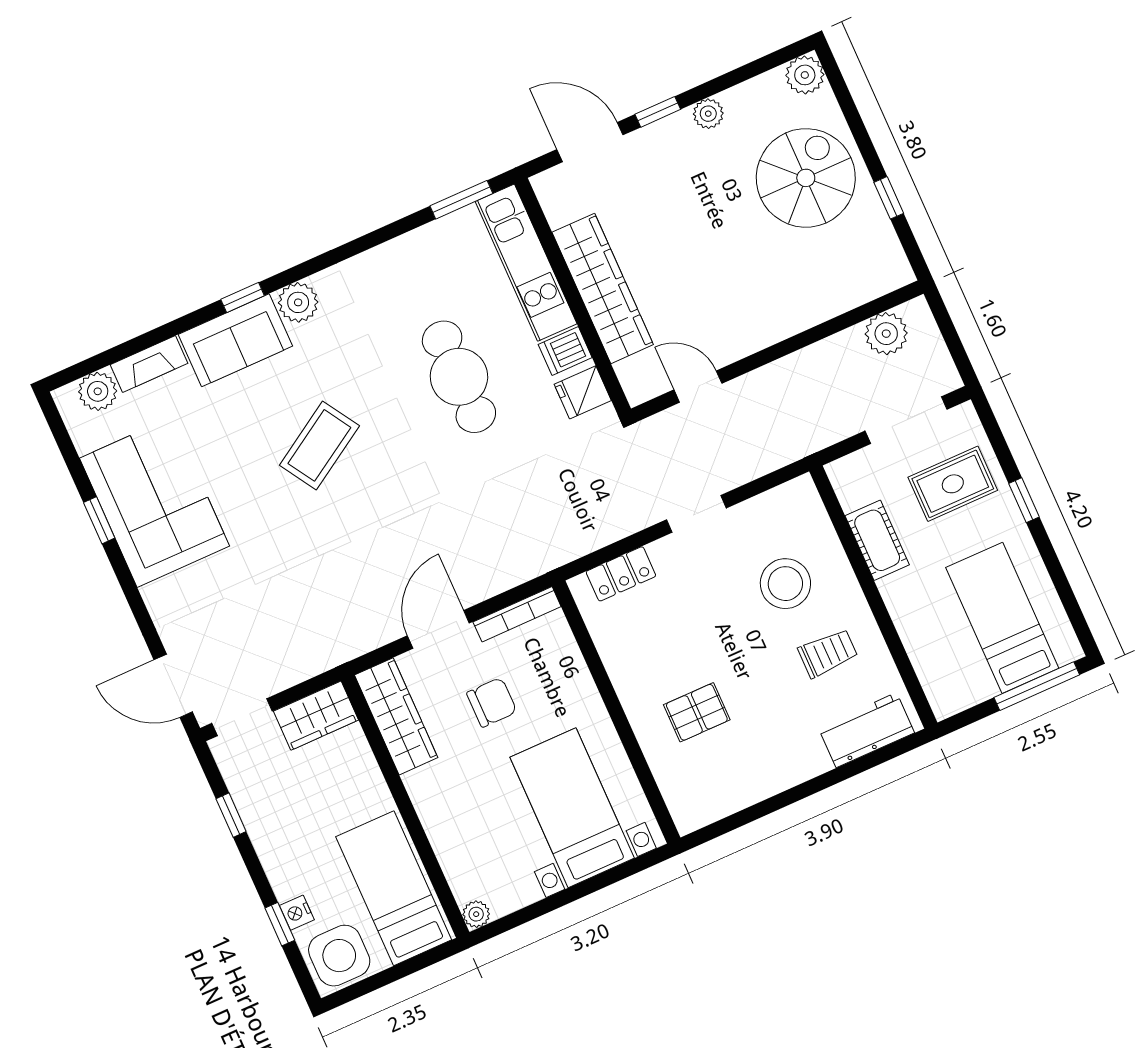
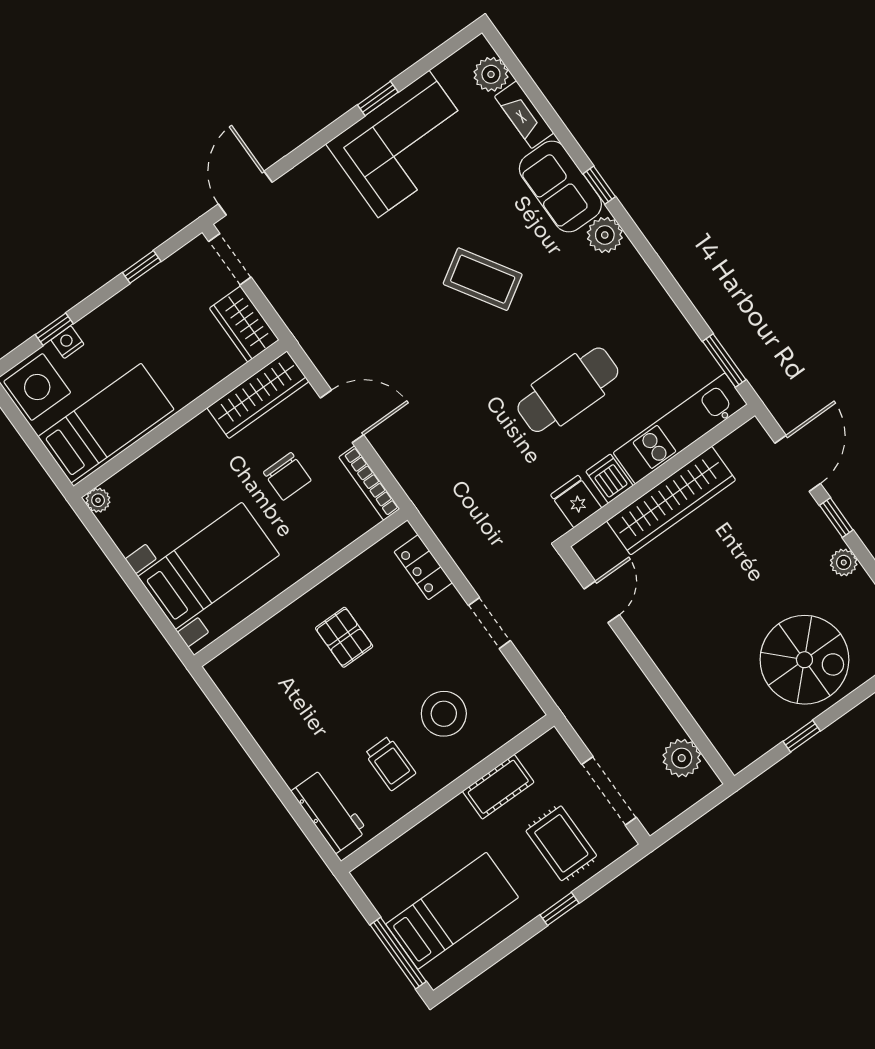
pallet: (697, 712) -> (344, 637), moved

